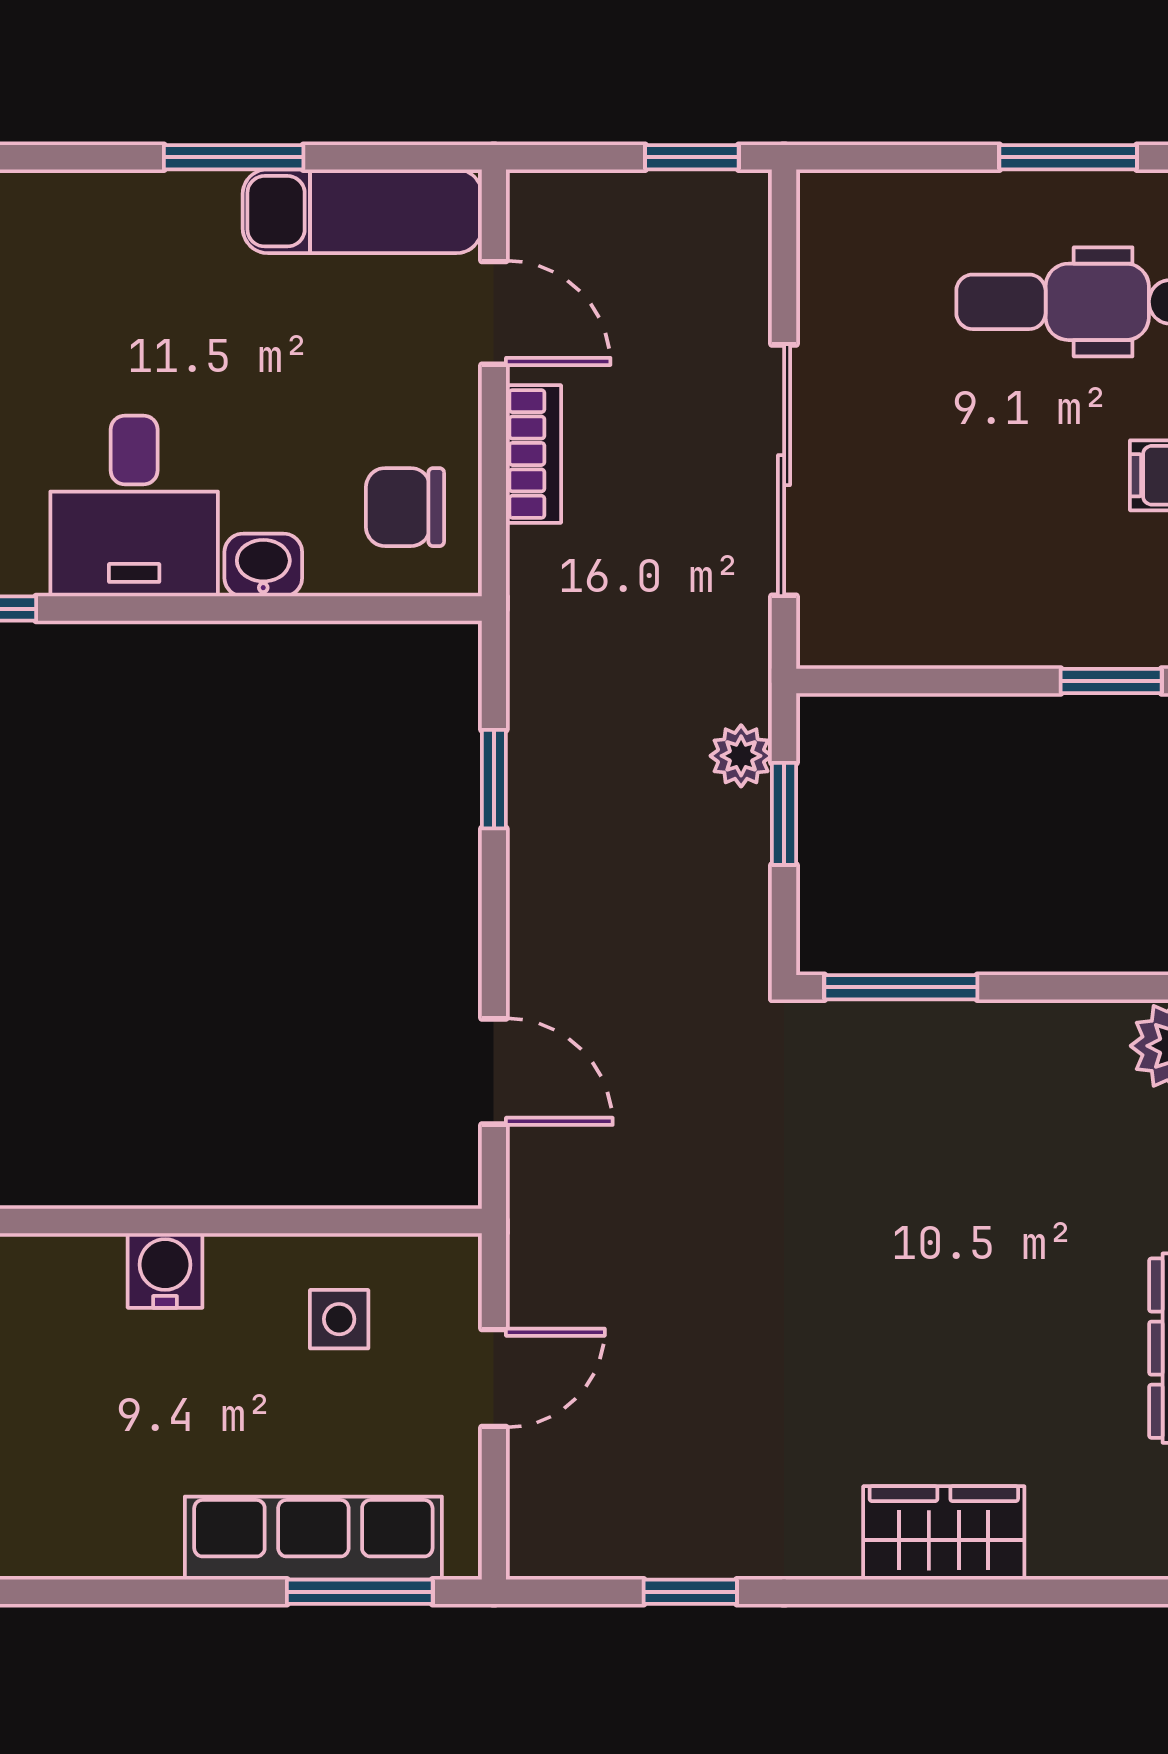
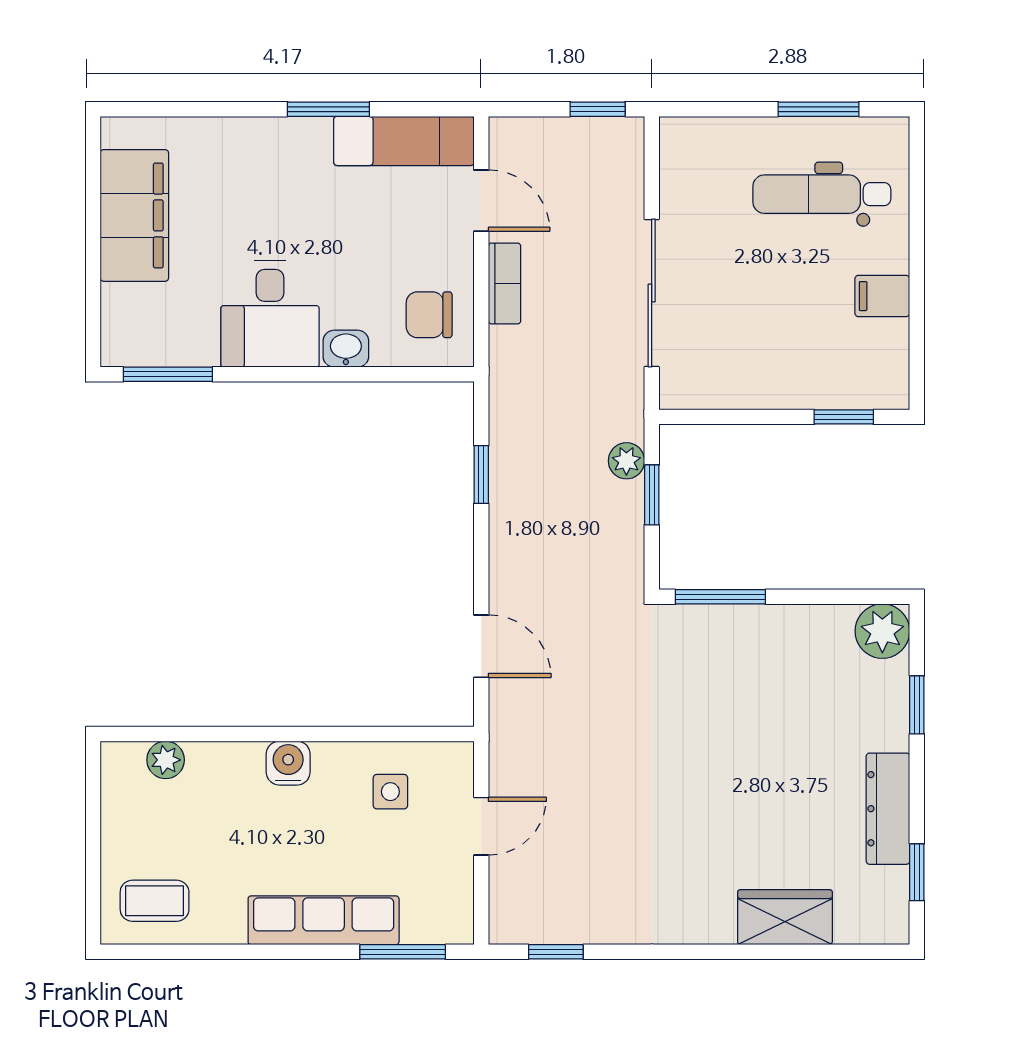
wardrobe: (944, 1533) -> (785, 917), moved
row of seats: (313, 1538) -> (324, 920), moved
window: (690, 1592) -> (556, 952), moved

